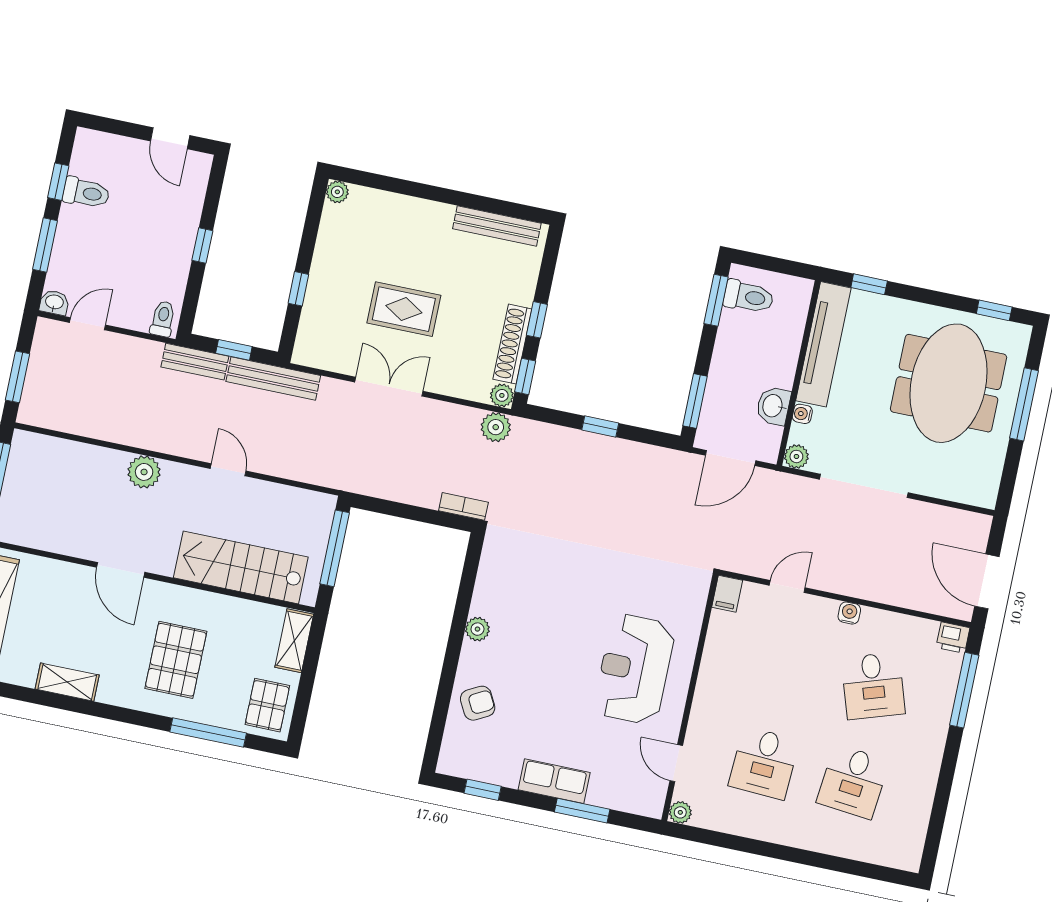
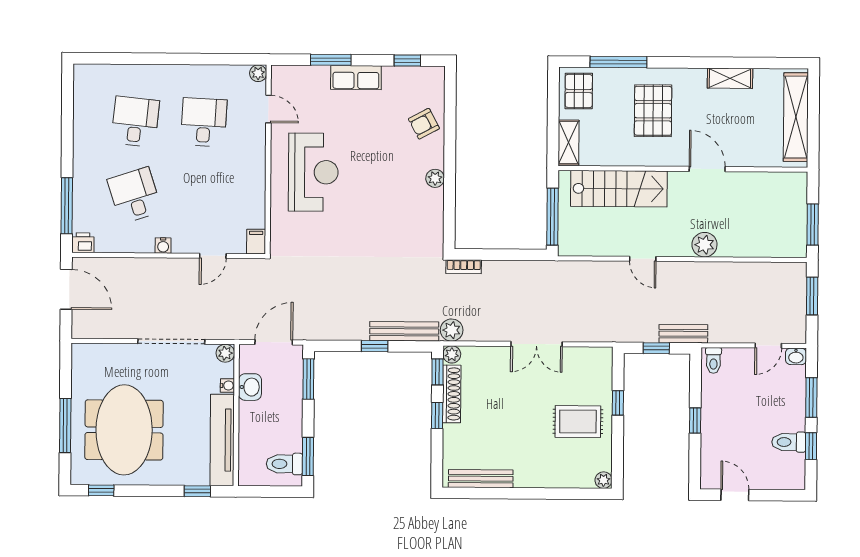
rug: (404, 309) -> (578, 422), moved
bench: (273, 378) -> (404, 331), moved

